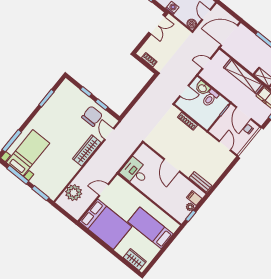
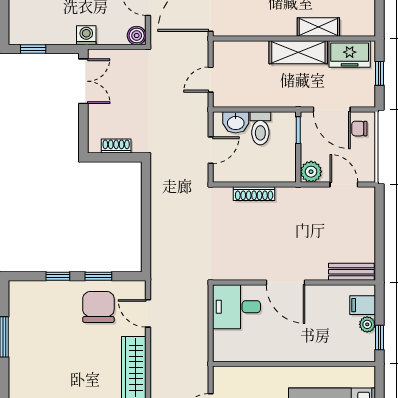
shelving: (243, 76) -> (298, 52), width x0.68
plant: (216, 131) -> (311, 172), added
desk: (135, 172) -> (236, 307), moved

